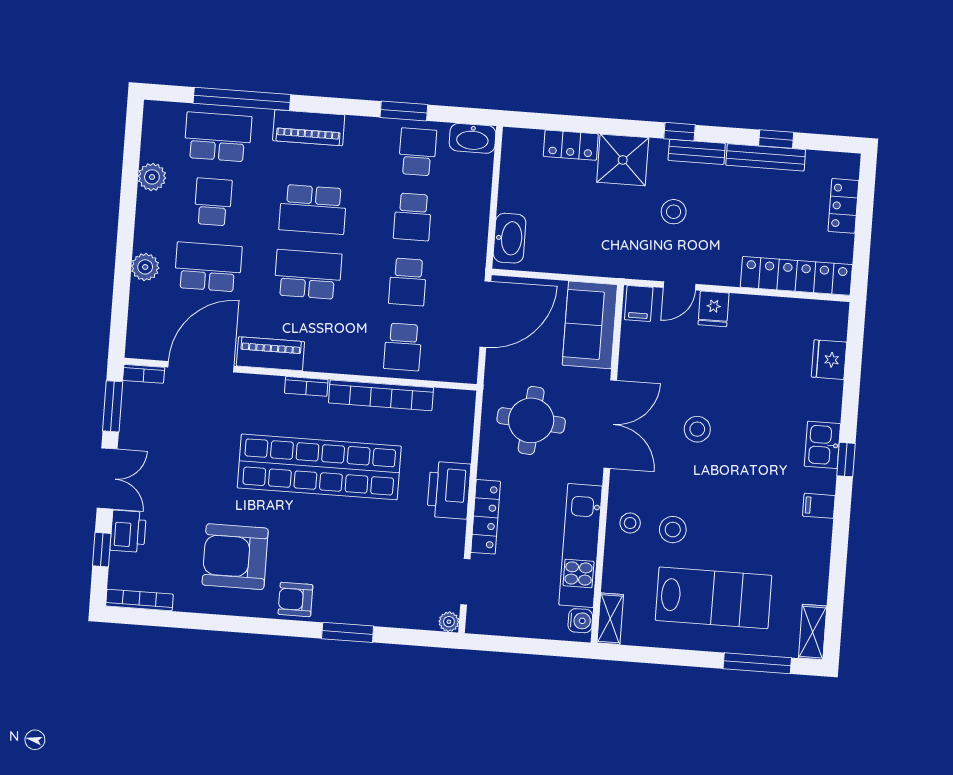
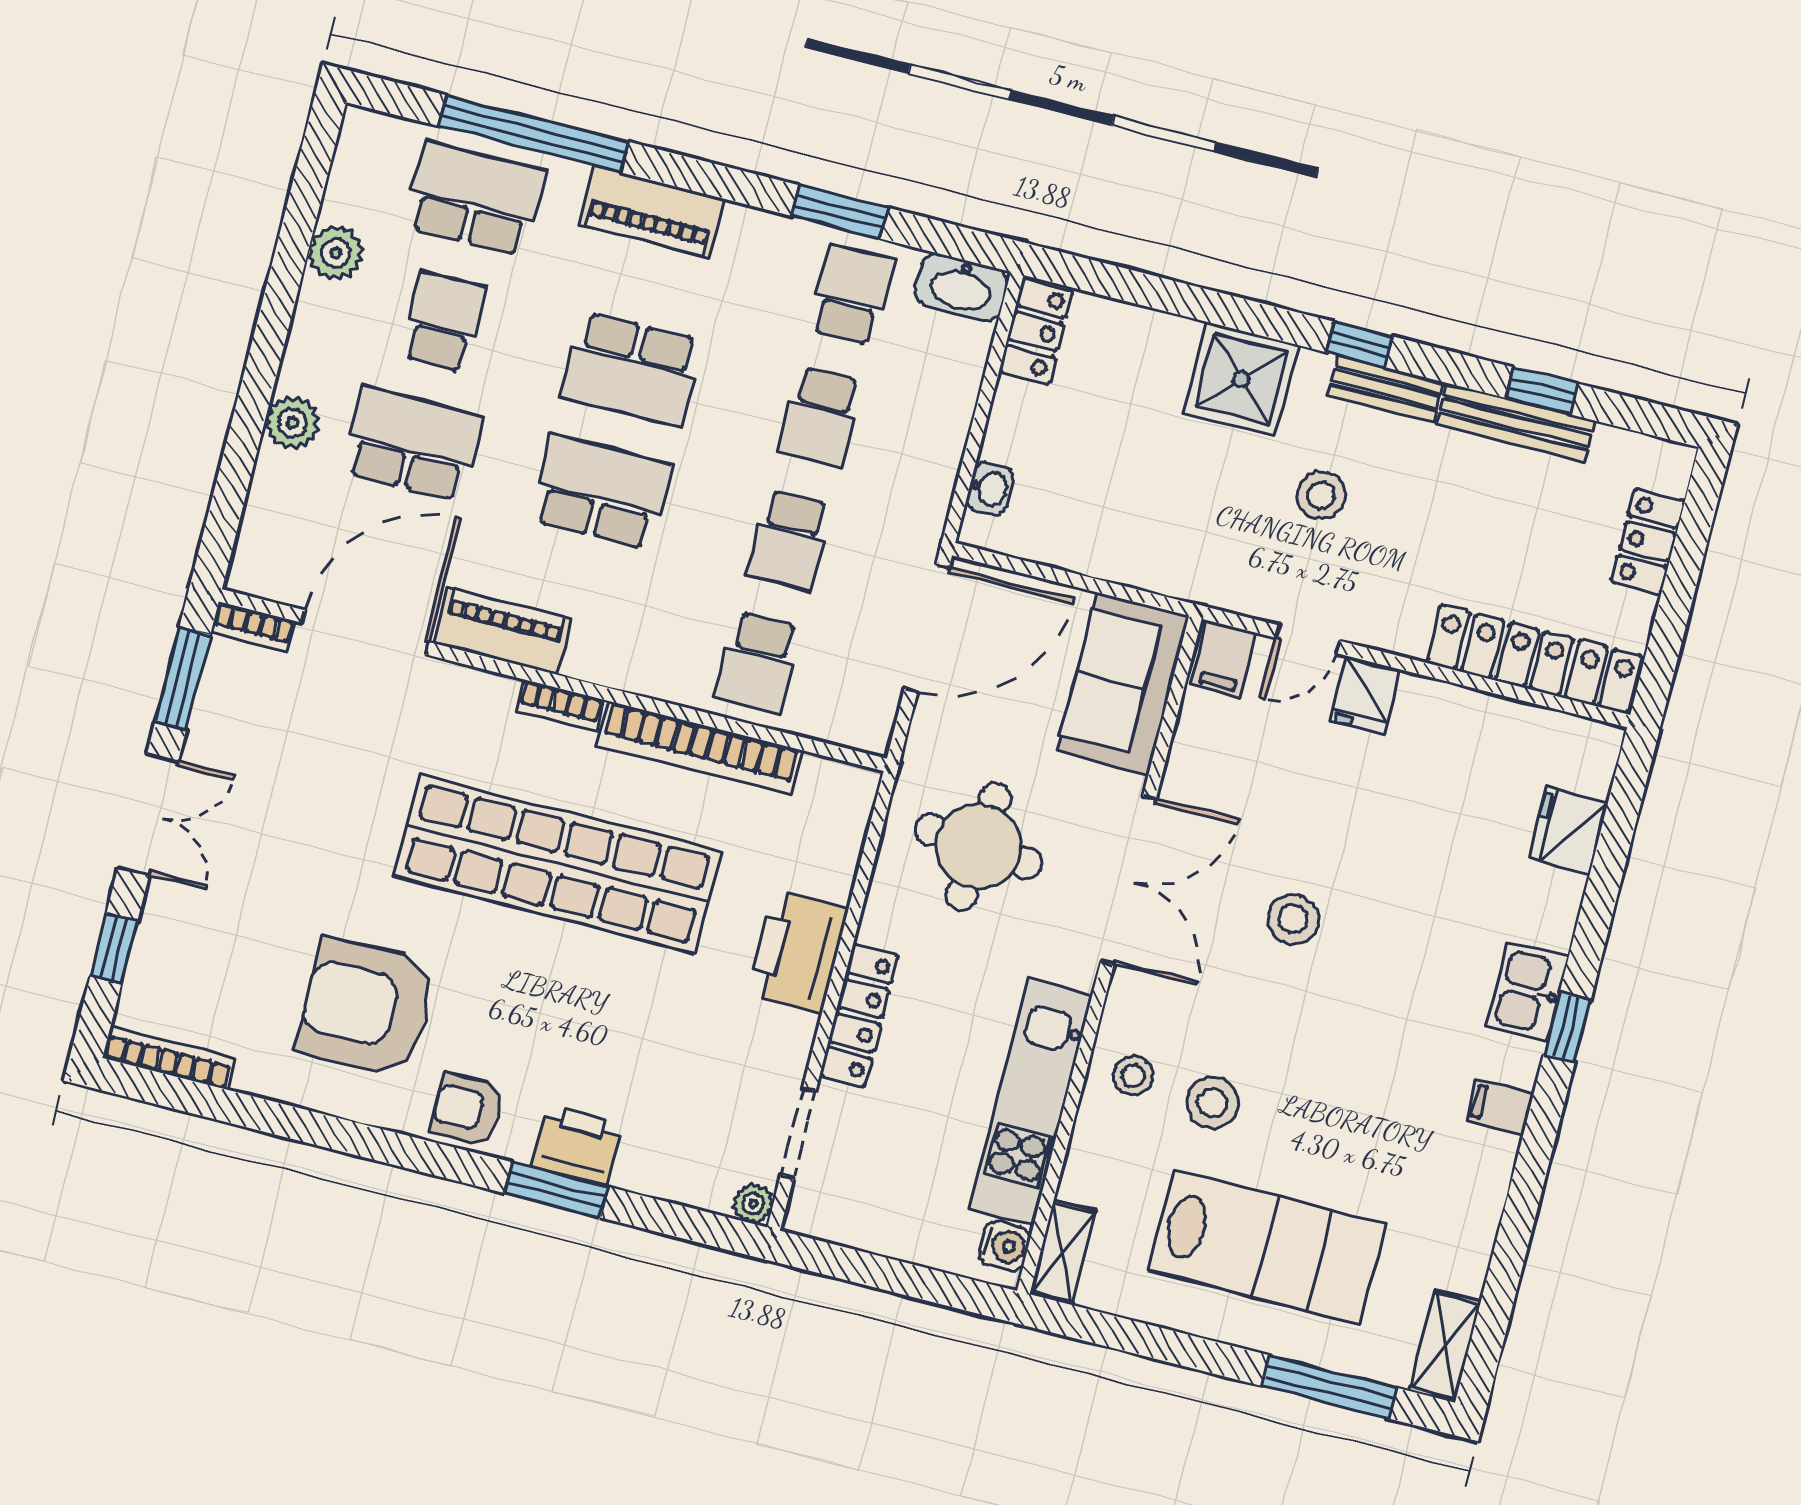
locker: (571, 145) -> (1036, 331), moved, turned -90
washbasin: (510, 238) -> (990, 488), width x0.52, depth x0.69
printer: (128, 531) -> (577, 1145), moved, turned -90

